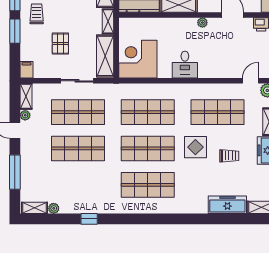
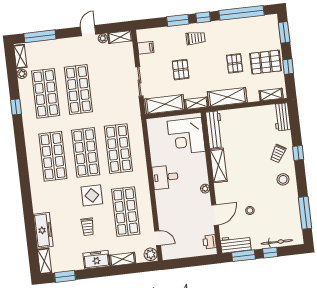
pallet: (60, 44) -> (181, 70), moved, turned 90
corner desk: (138, 59) -> (186, 136), moved, turned 180
filing cabinet: (26, 70) -> (146, 48), moved
shop shelf: (78, 112) -> (46, 93), moved
window: (15, 172) -> (40, 36), moved

